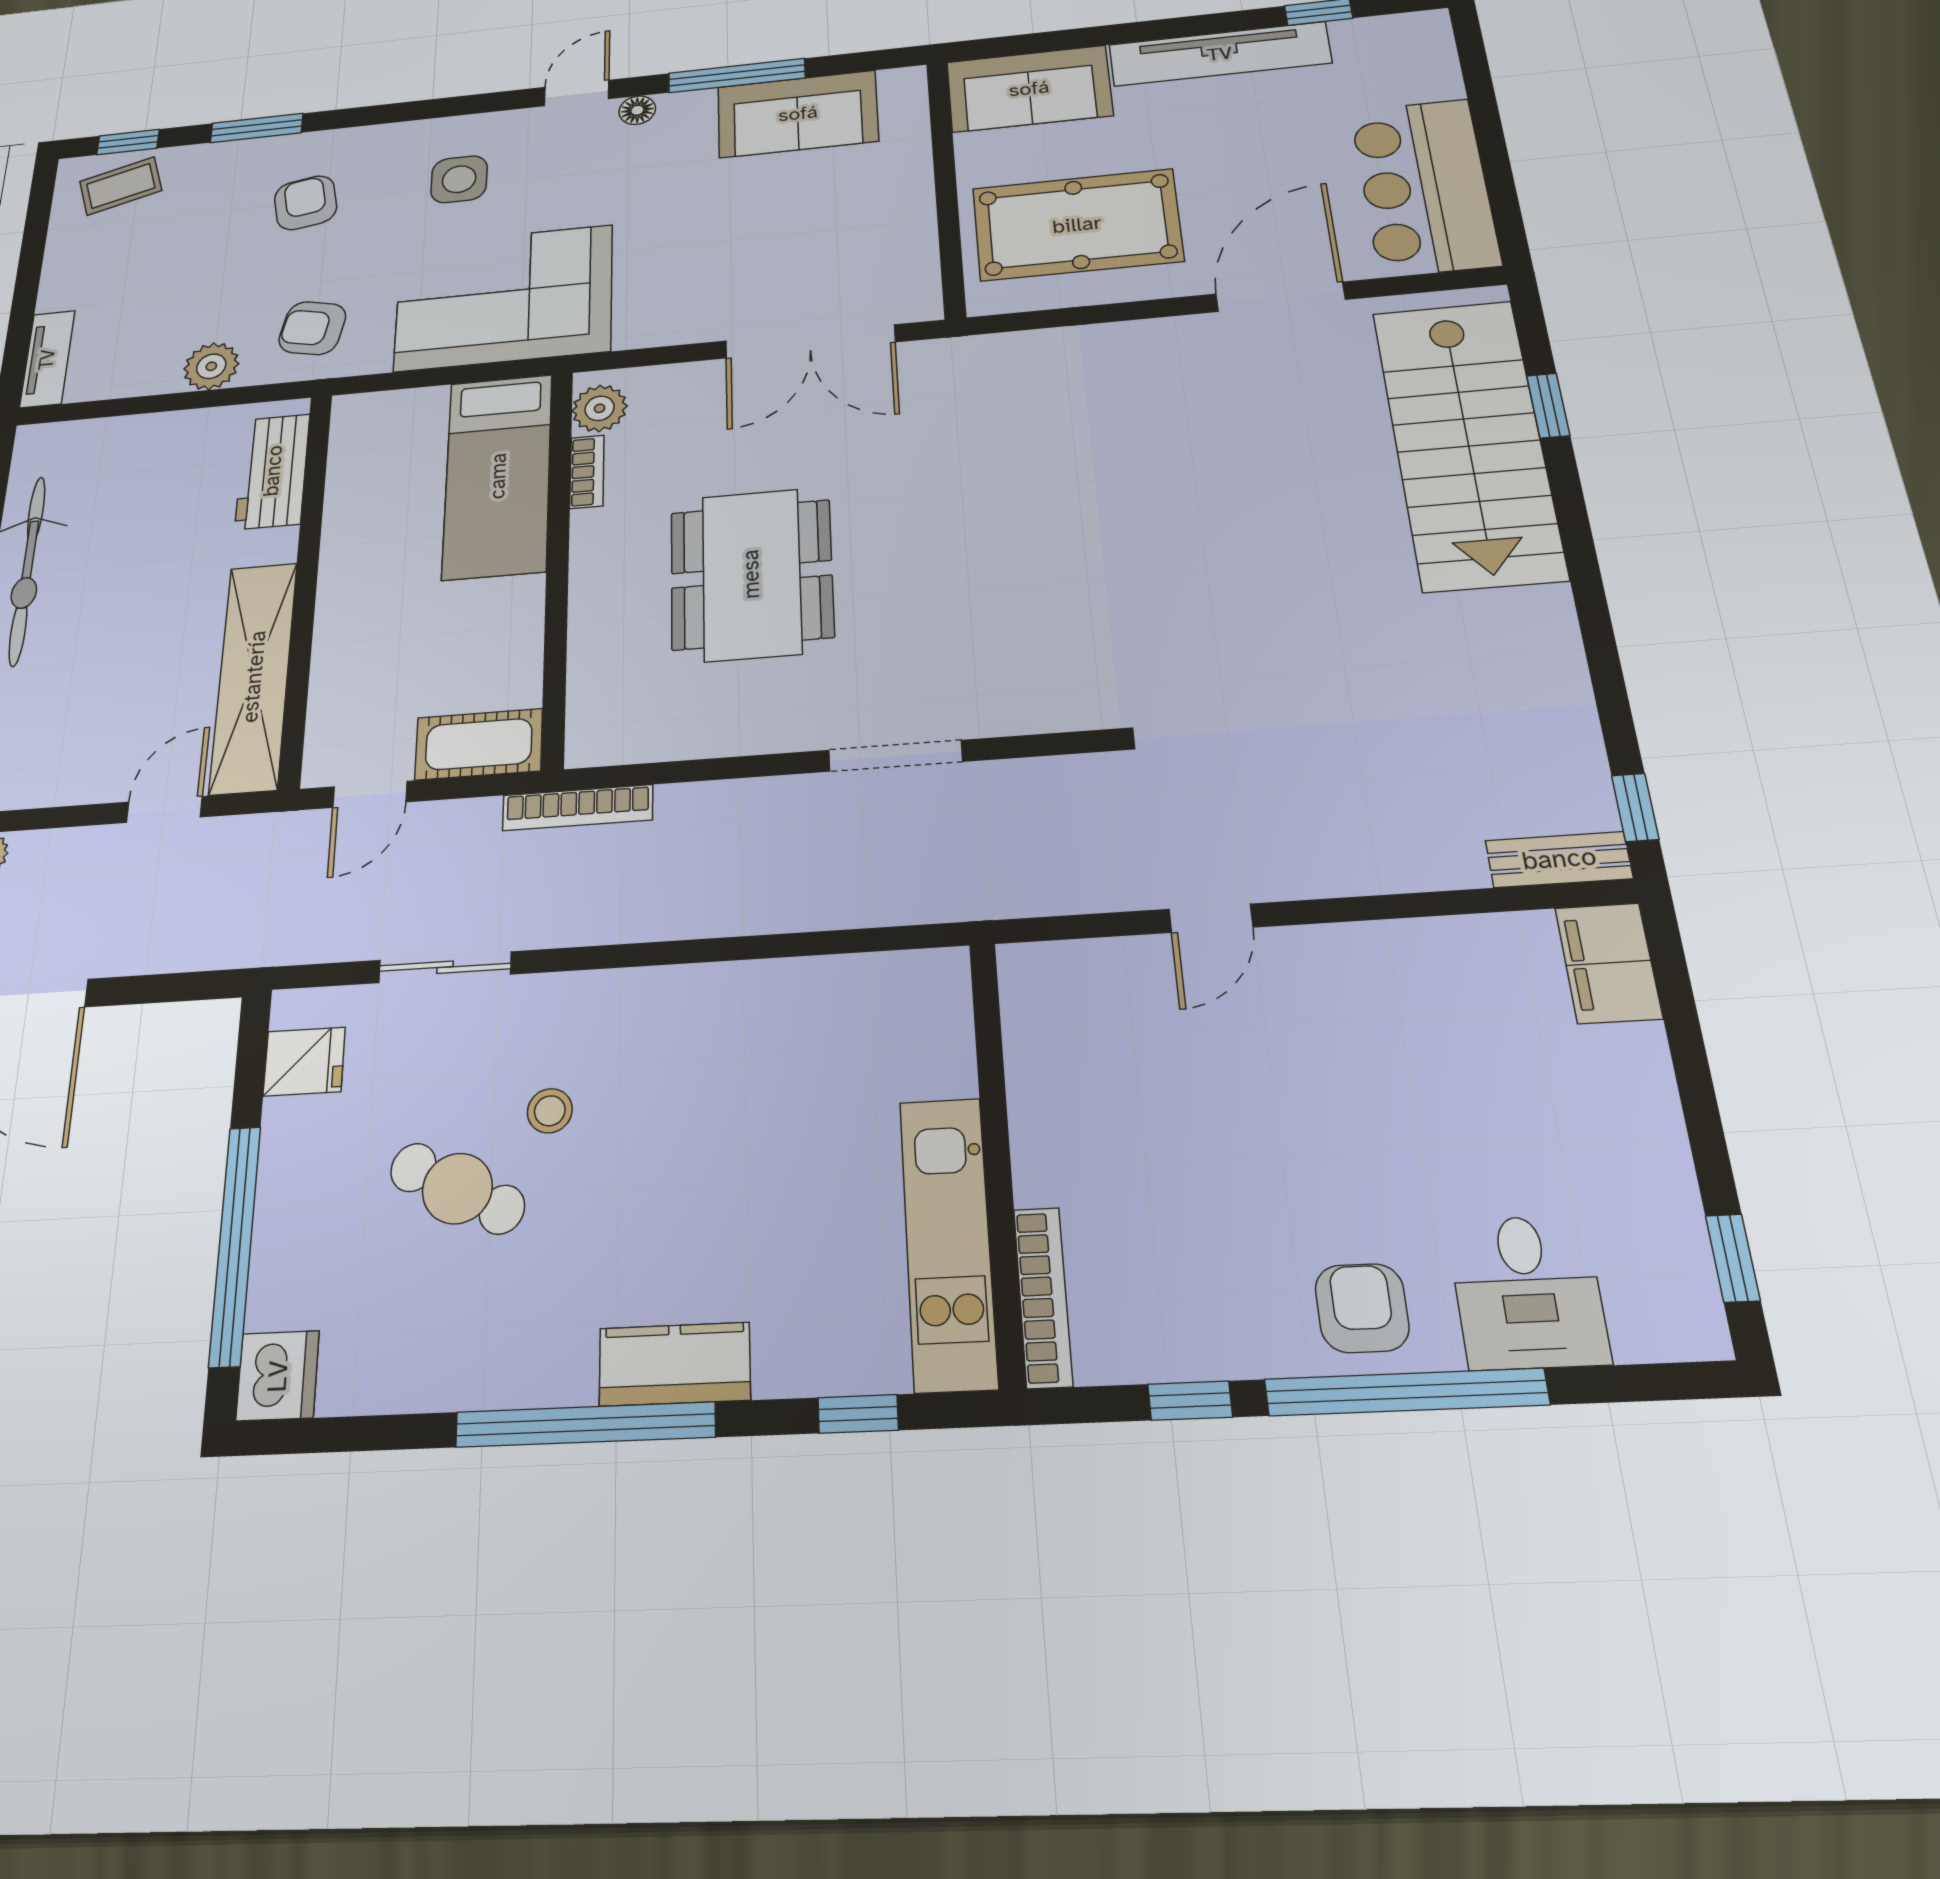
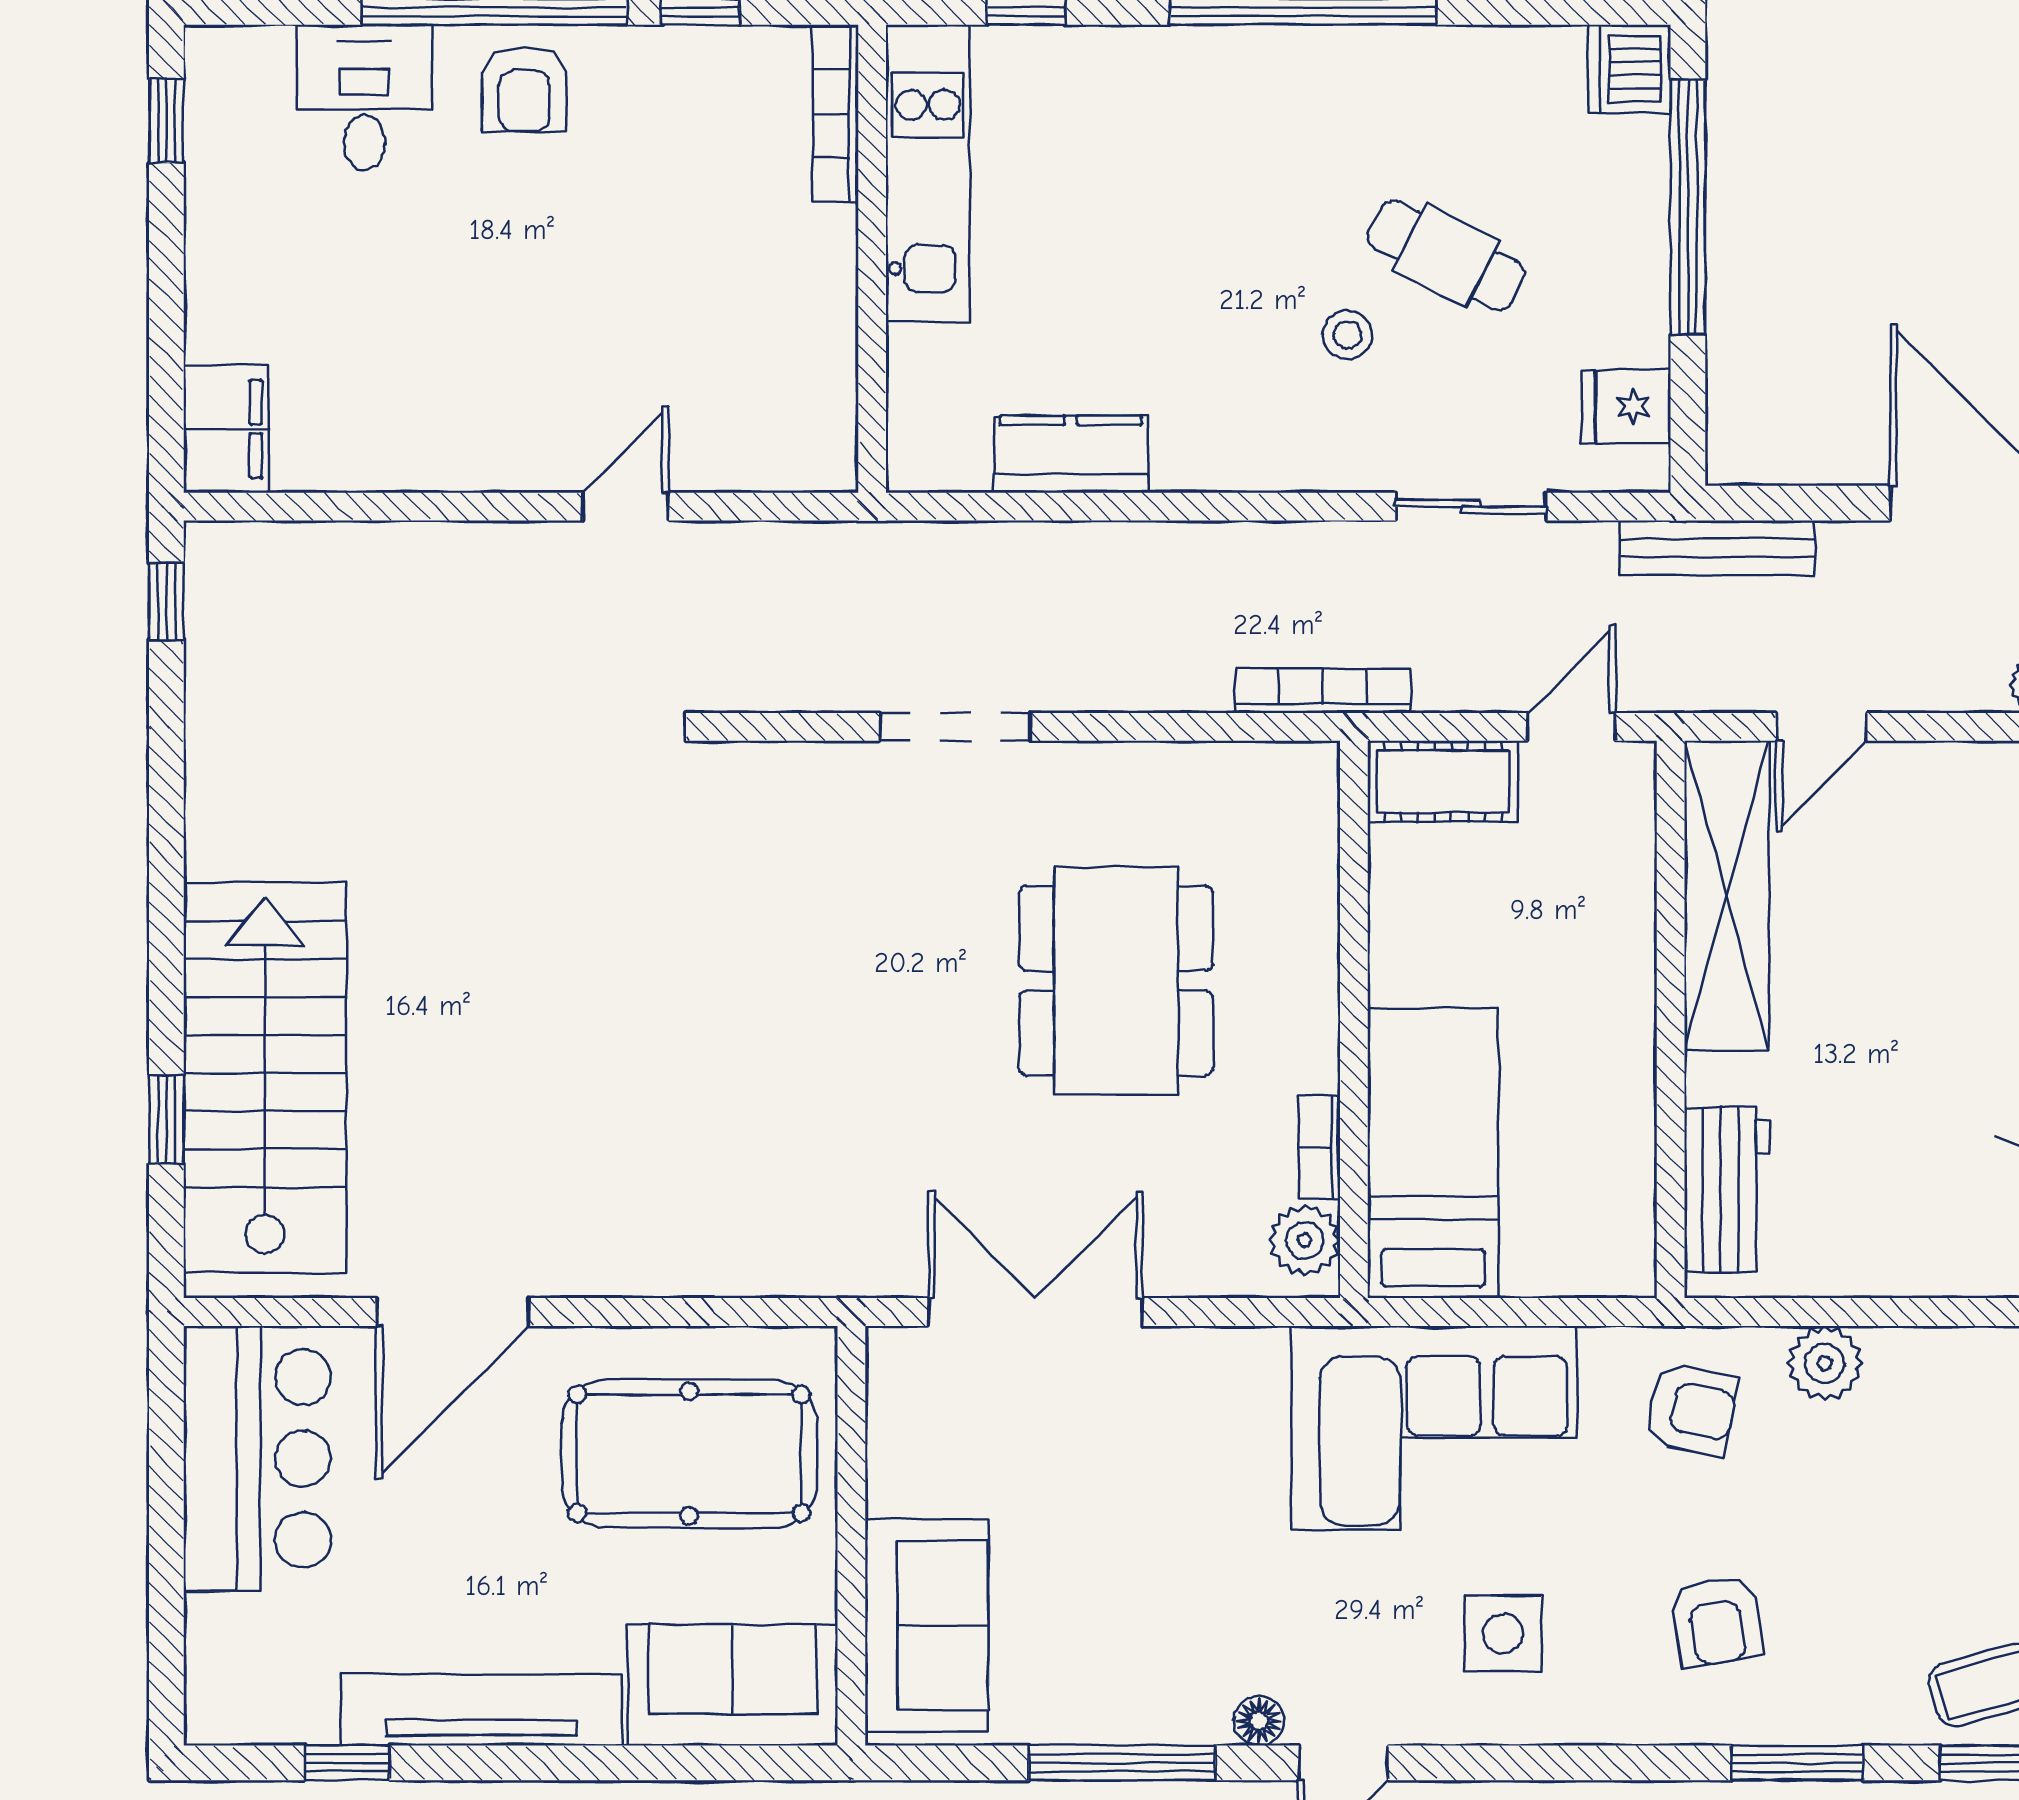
sofa: (798, 114) -> (927, 1625), moved, turned 90
bench: (1559, 859) -> (1717, 548), moved, width x1.36
kitchen counter: (675, 1364) -> (1071, 454), moved, turned 180

